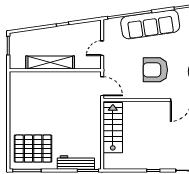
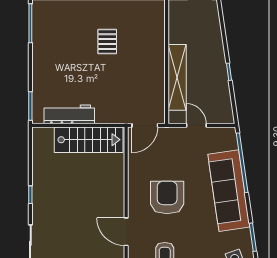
shelving: (50, 62) -> (177, 77), moved
pallet: (33, 149) -> (107, 42), moved, width x0.49, depth x0.50
workbench: (76, 163) -> (69, 114), moved, turned -90

